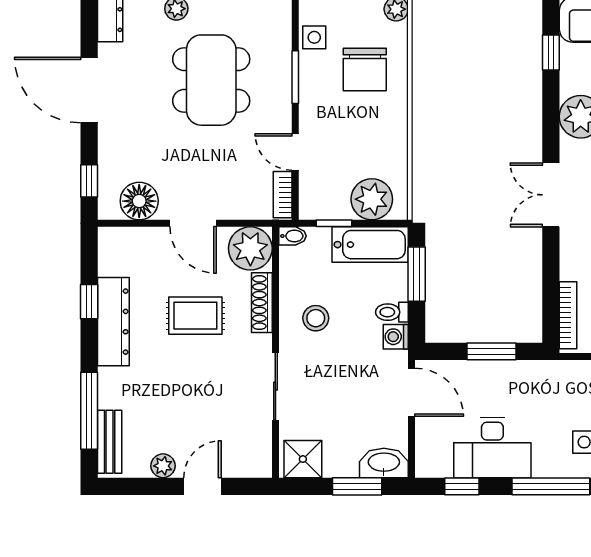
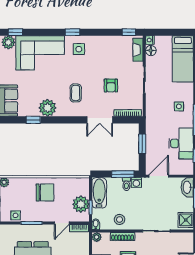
window: (551, 52) -> (33, 120), moved
chair: (365, 69) -> (45, 192), moved
double door: (551, 195) -> (100, 120), moved
plant: (372, 199) -> (81, 204), moved
plant: (250, 248) -> (97, 237), width x0.53, depth x0.53
window: (417, 274) -> (123, 174), moved
stool: (316, 318) -> (120, 219), moved

